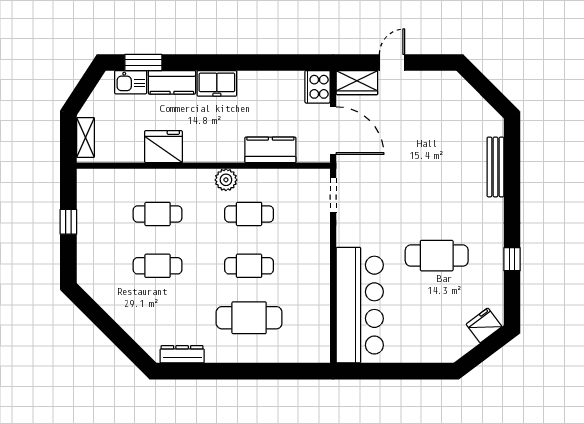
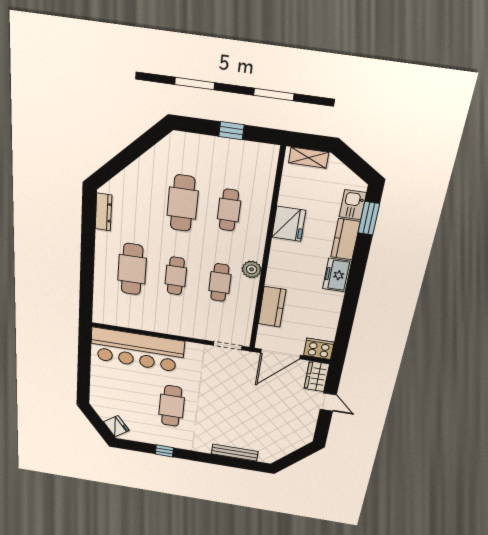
cafe table: (158, 266) -> (183, 203), width x1.37, depth x1.35

